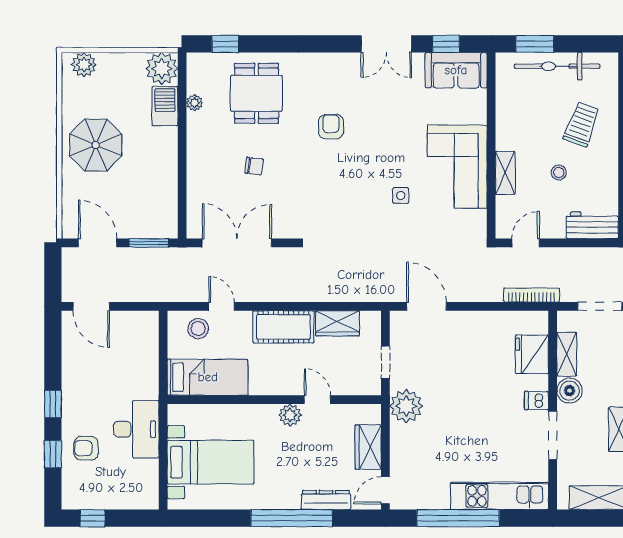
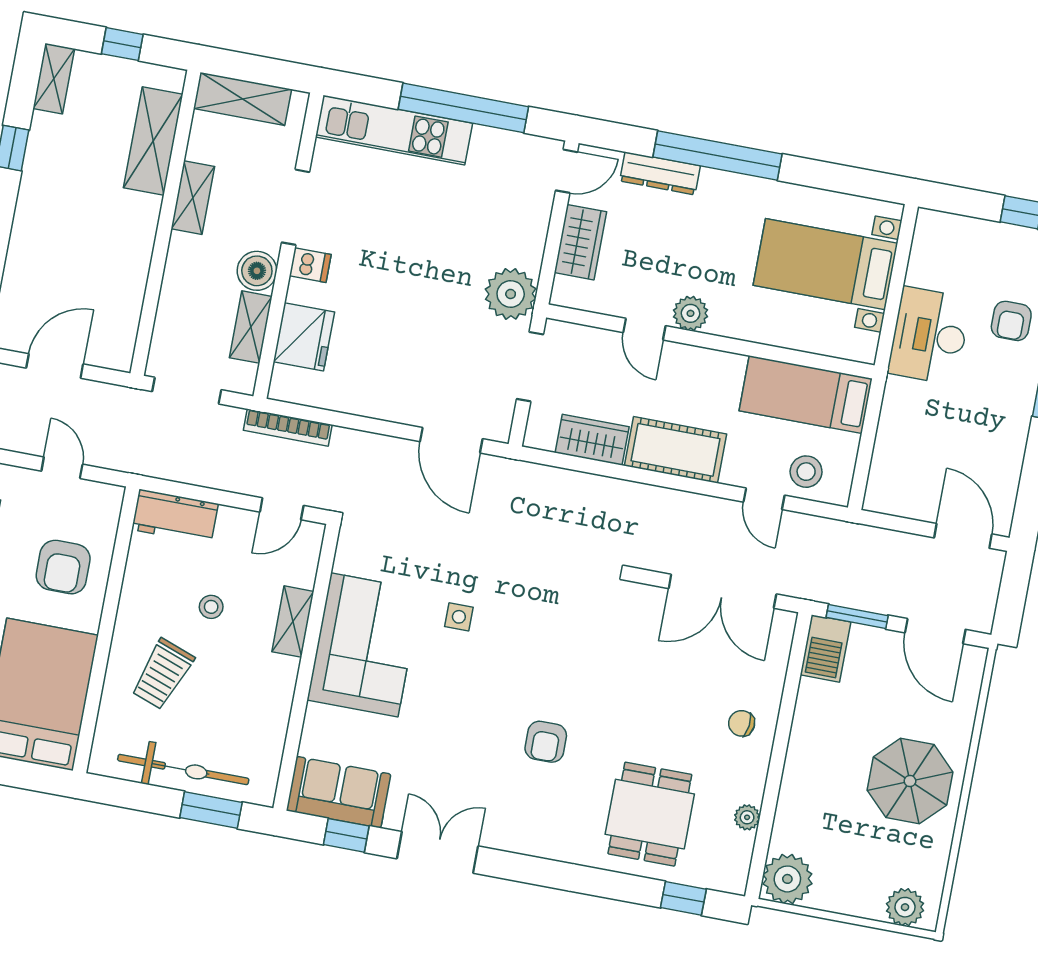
barbecue: (165, 106) -> (825, 648), moved
chair: (254, 166) -> (742, 723), moved
doorway: (385, 362) -> (530, 367), width x1.38
armchair: (86, 448) -> (1011, 321), turned 90

